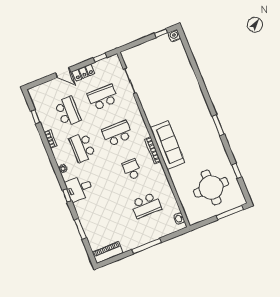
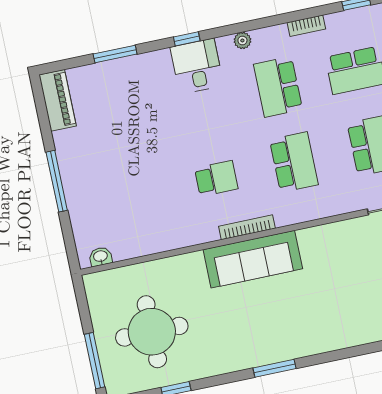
school desk: (82, 147) -> (278, 87), turned -90
school desk: (146, 205) -> (139, 195), removed

